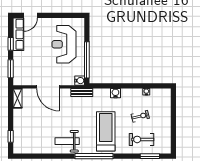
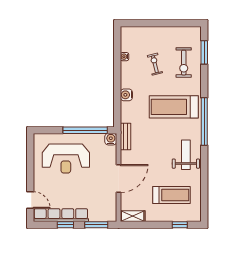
row of seats: (18, 34) -> (61, 215), width x1.36
treadmill: (35, 130) -> (172, 195), added
weight bench: (67, 141) -> (186, 155), turned 180

